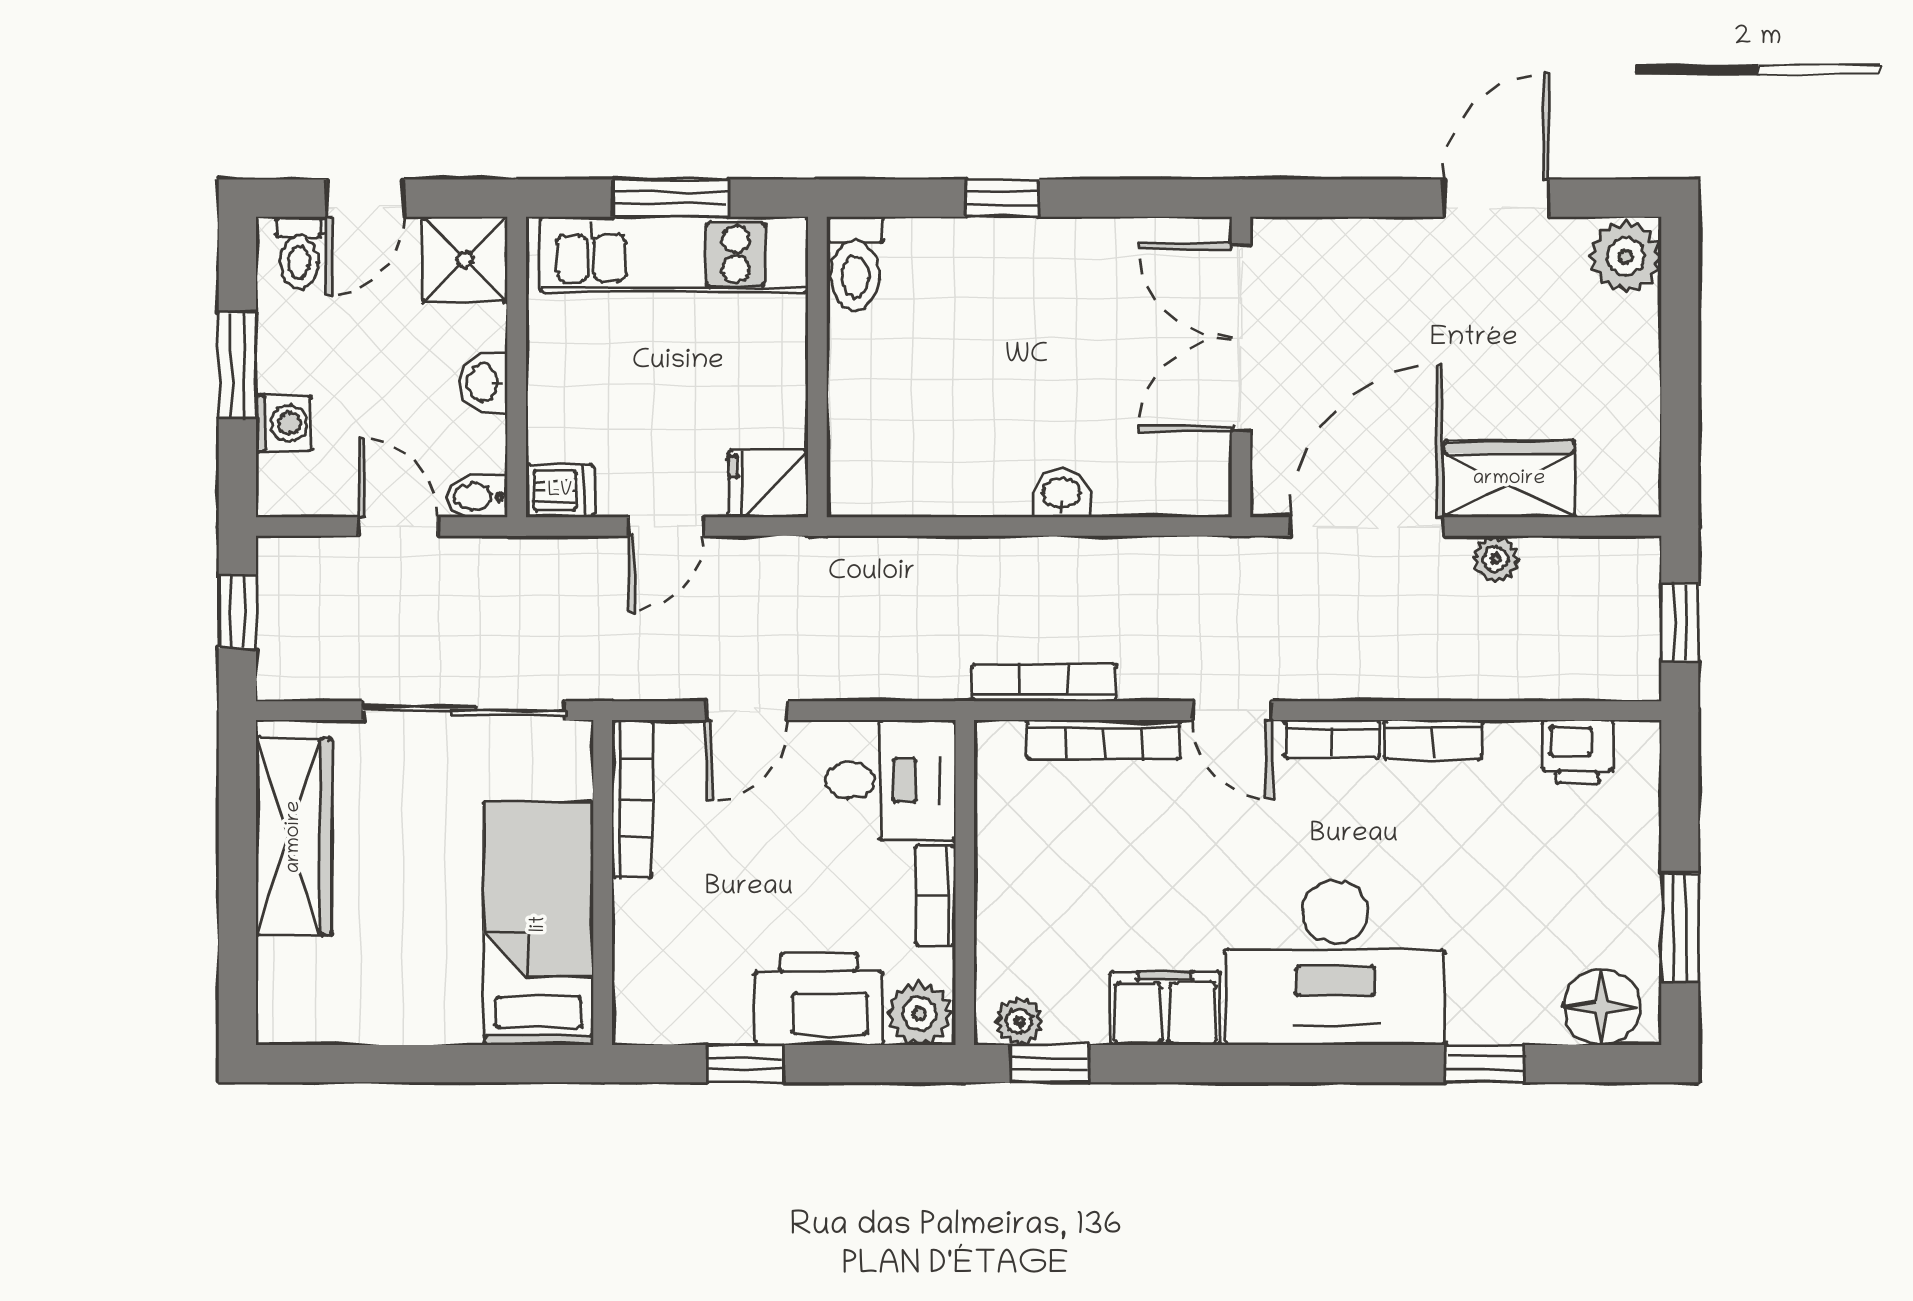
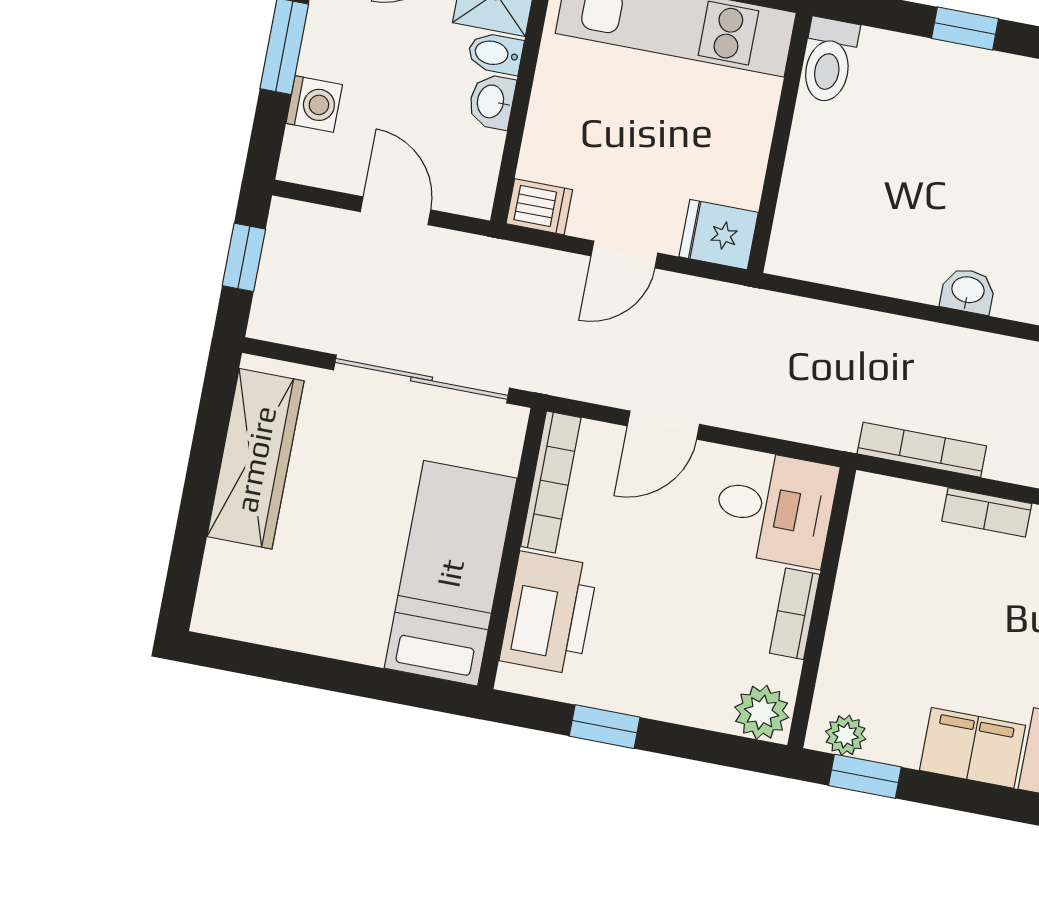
bidet: (477, 497) -> (495, 53), moved
bookcase: (1103, 739) -> (987, 512), width x0.64
printer: (819, 999) -> (549, 613), moved, turned 90

